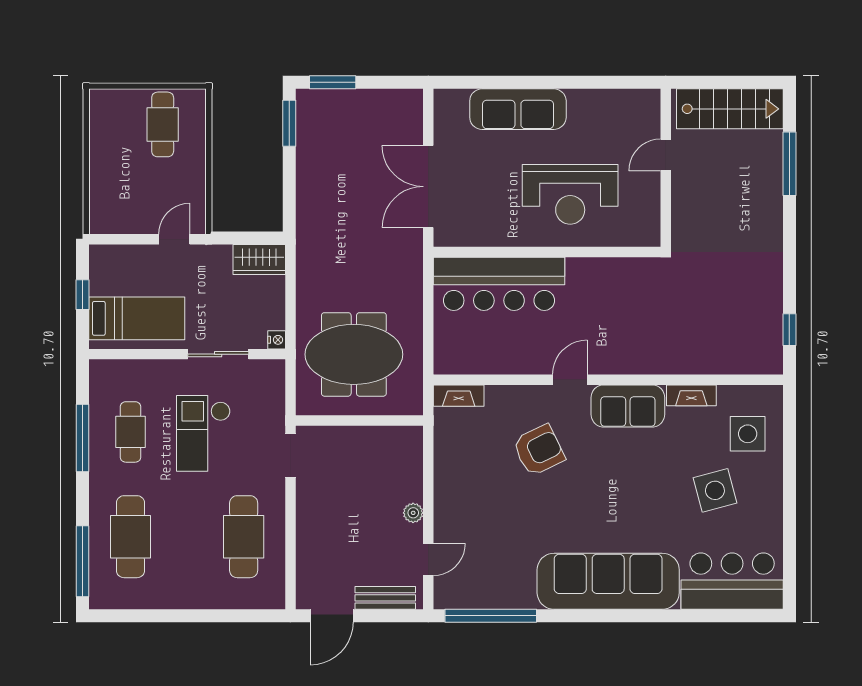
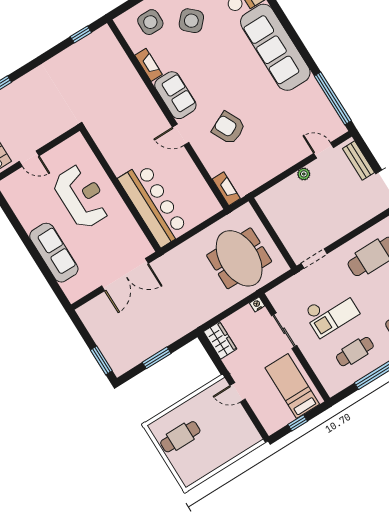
window: (289, 123) -> (157, 358), moved
side table: (715, 490) -> (191, 21), turned -32

